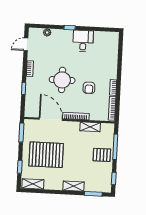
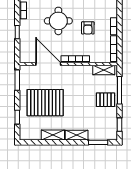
shelving: (90, 127) -> (104, 70), moved
shelving: (33, 184) -> (53, 135), moved

